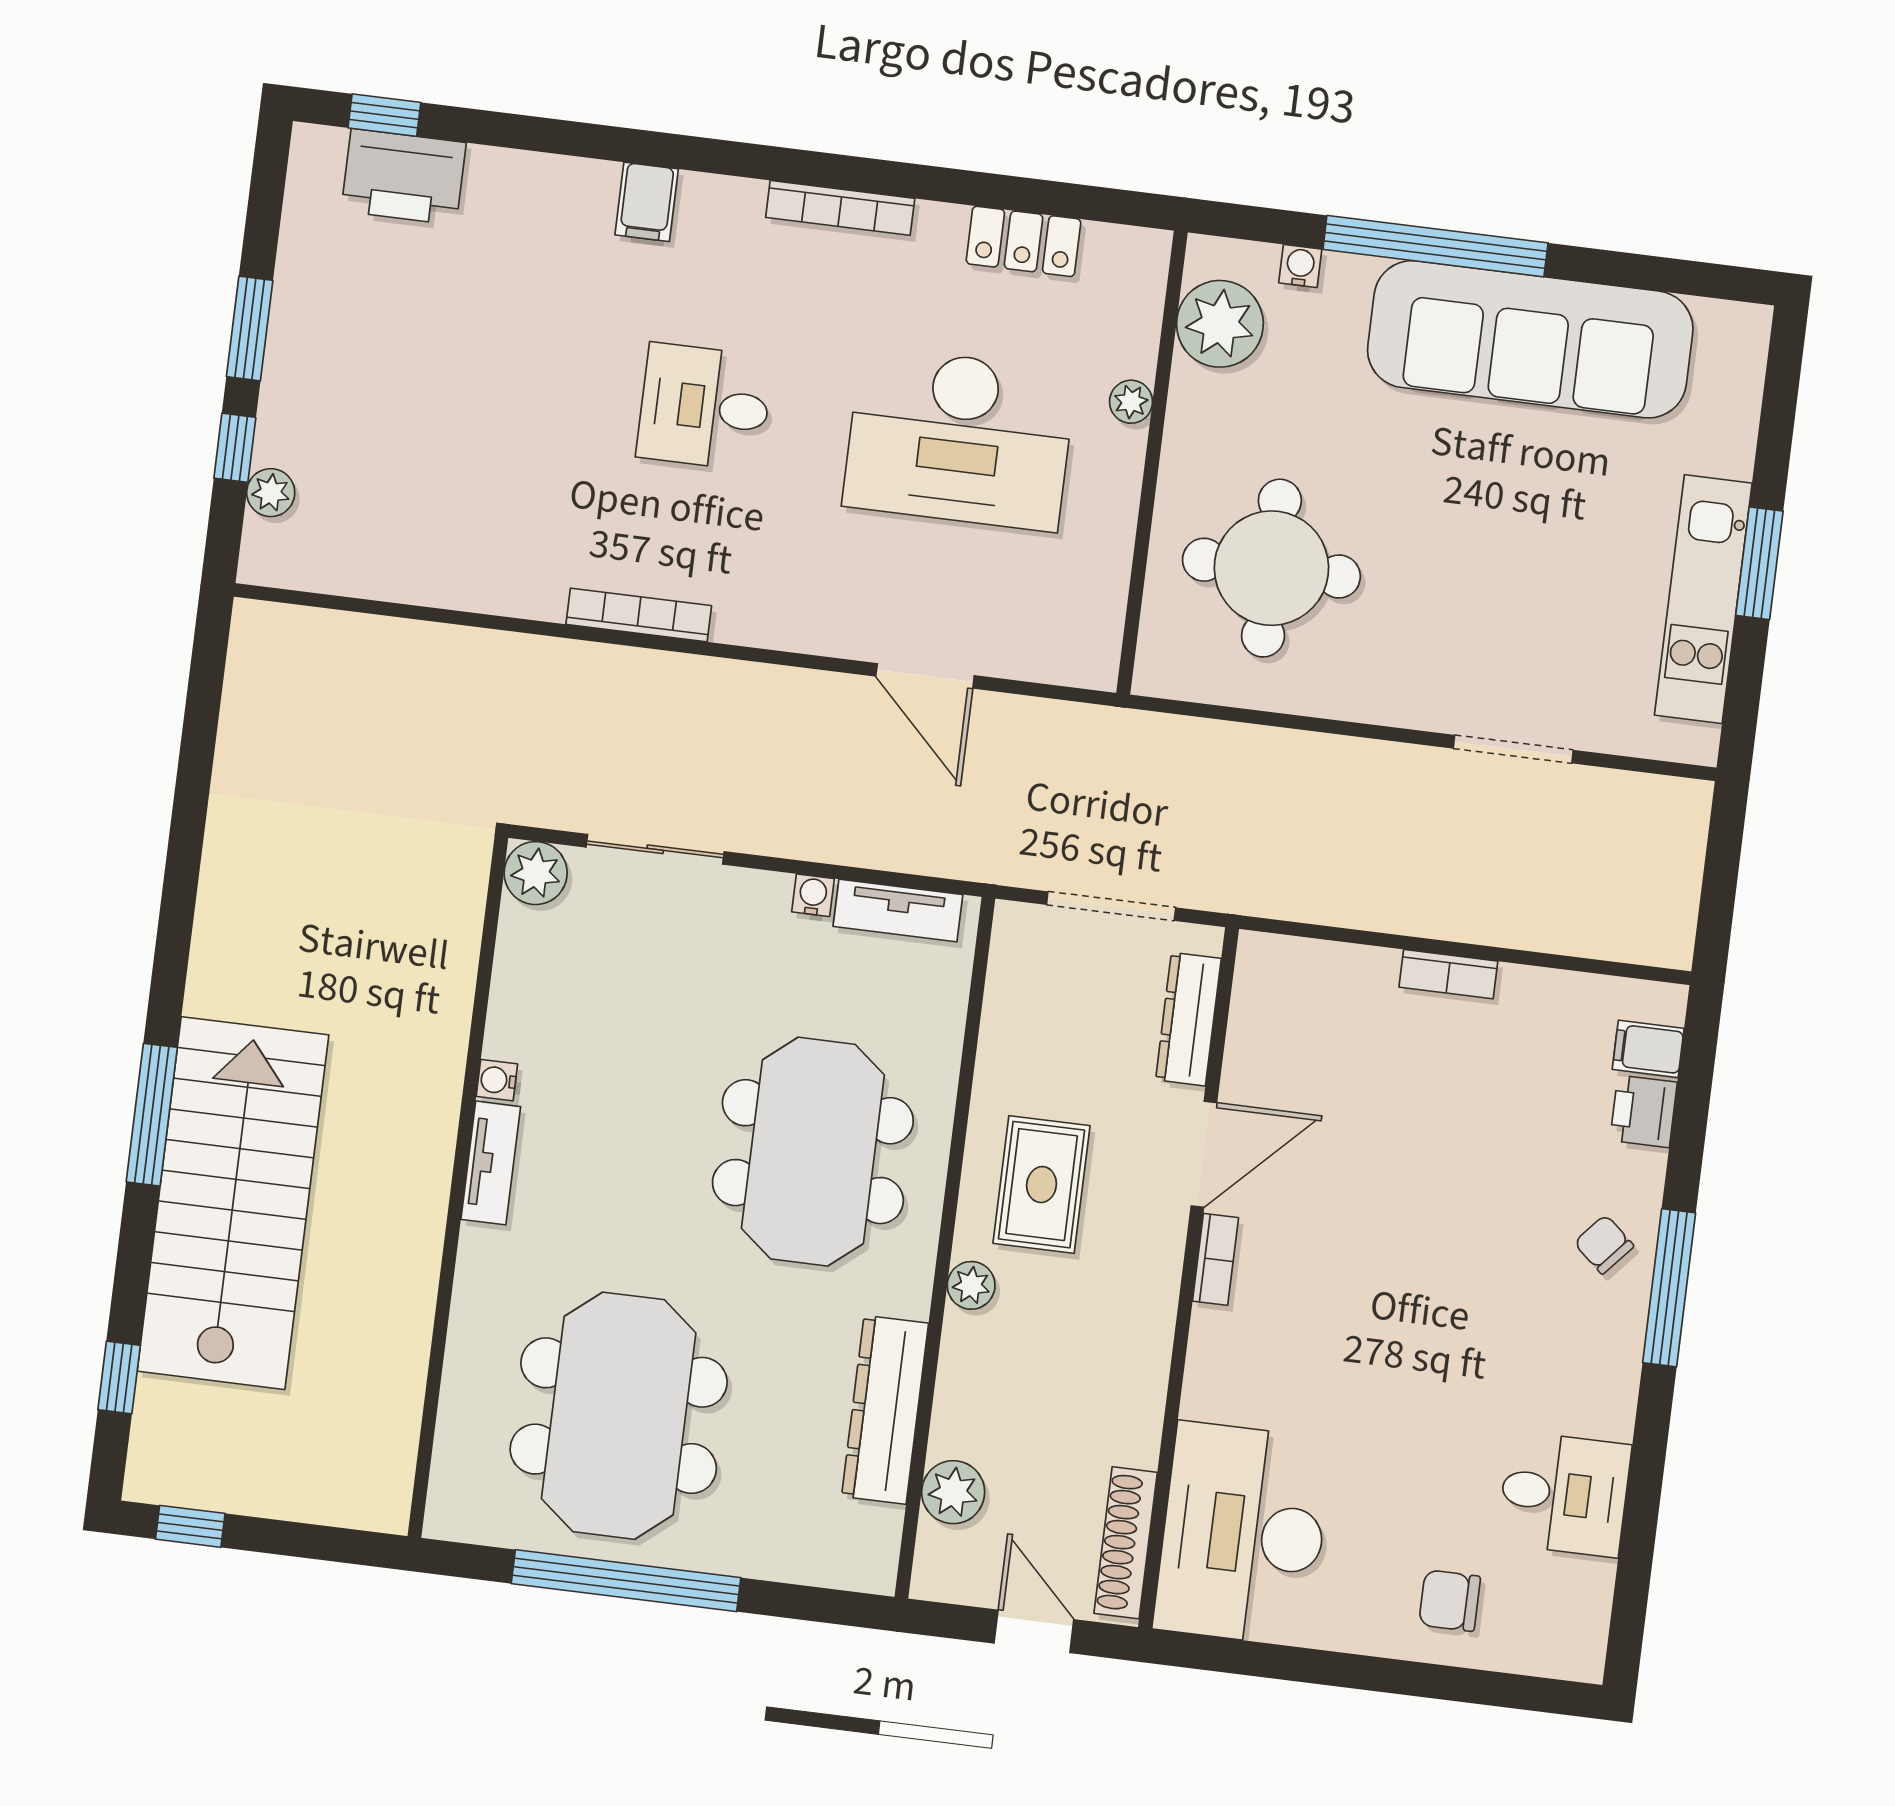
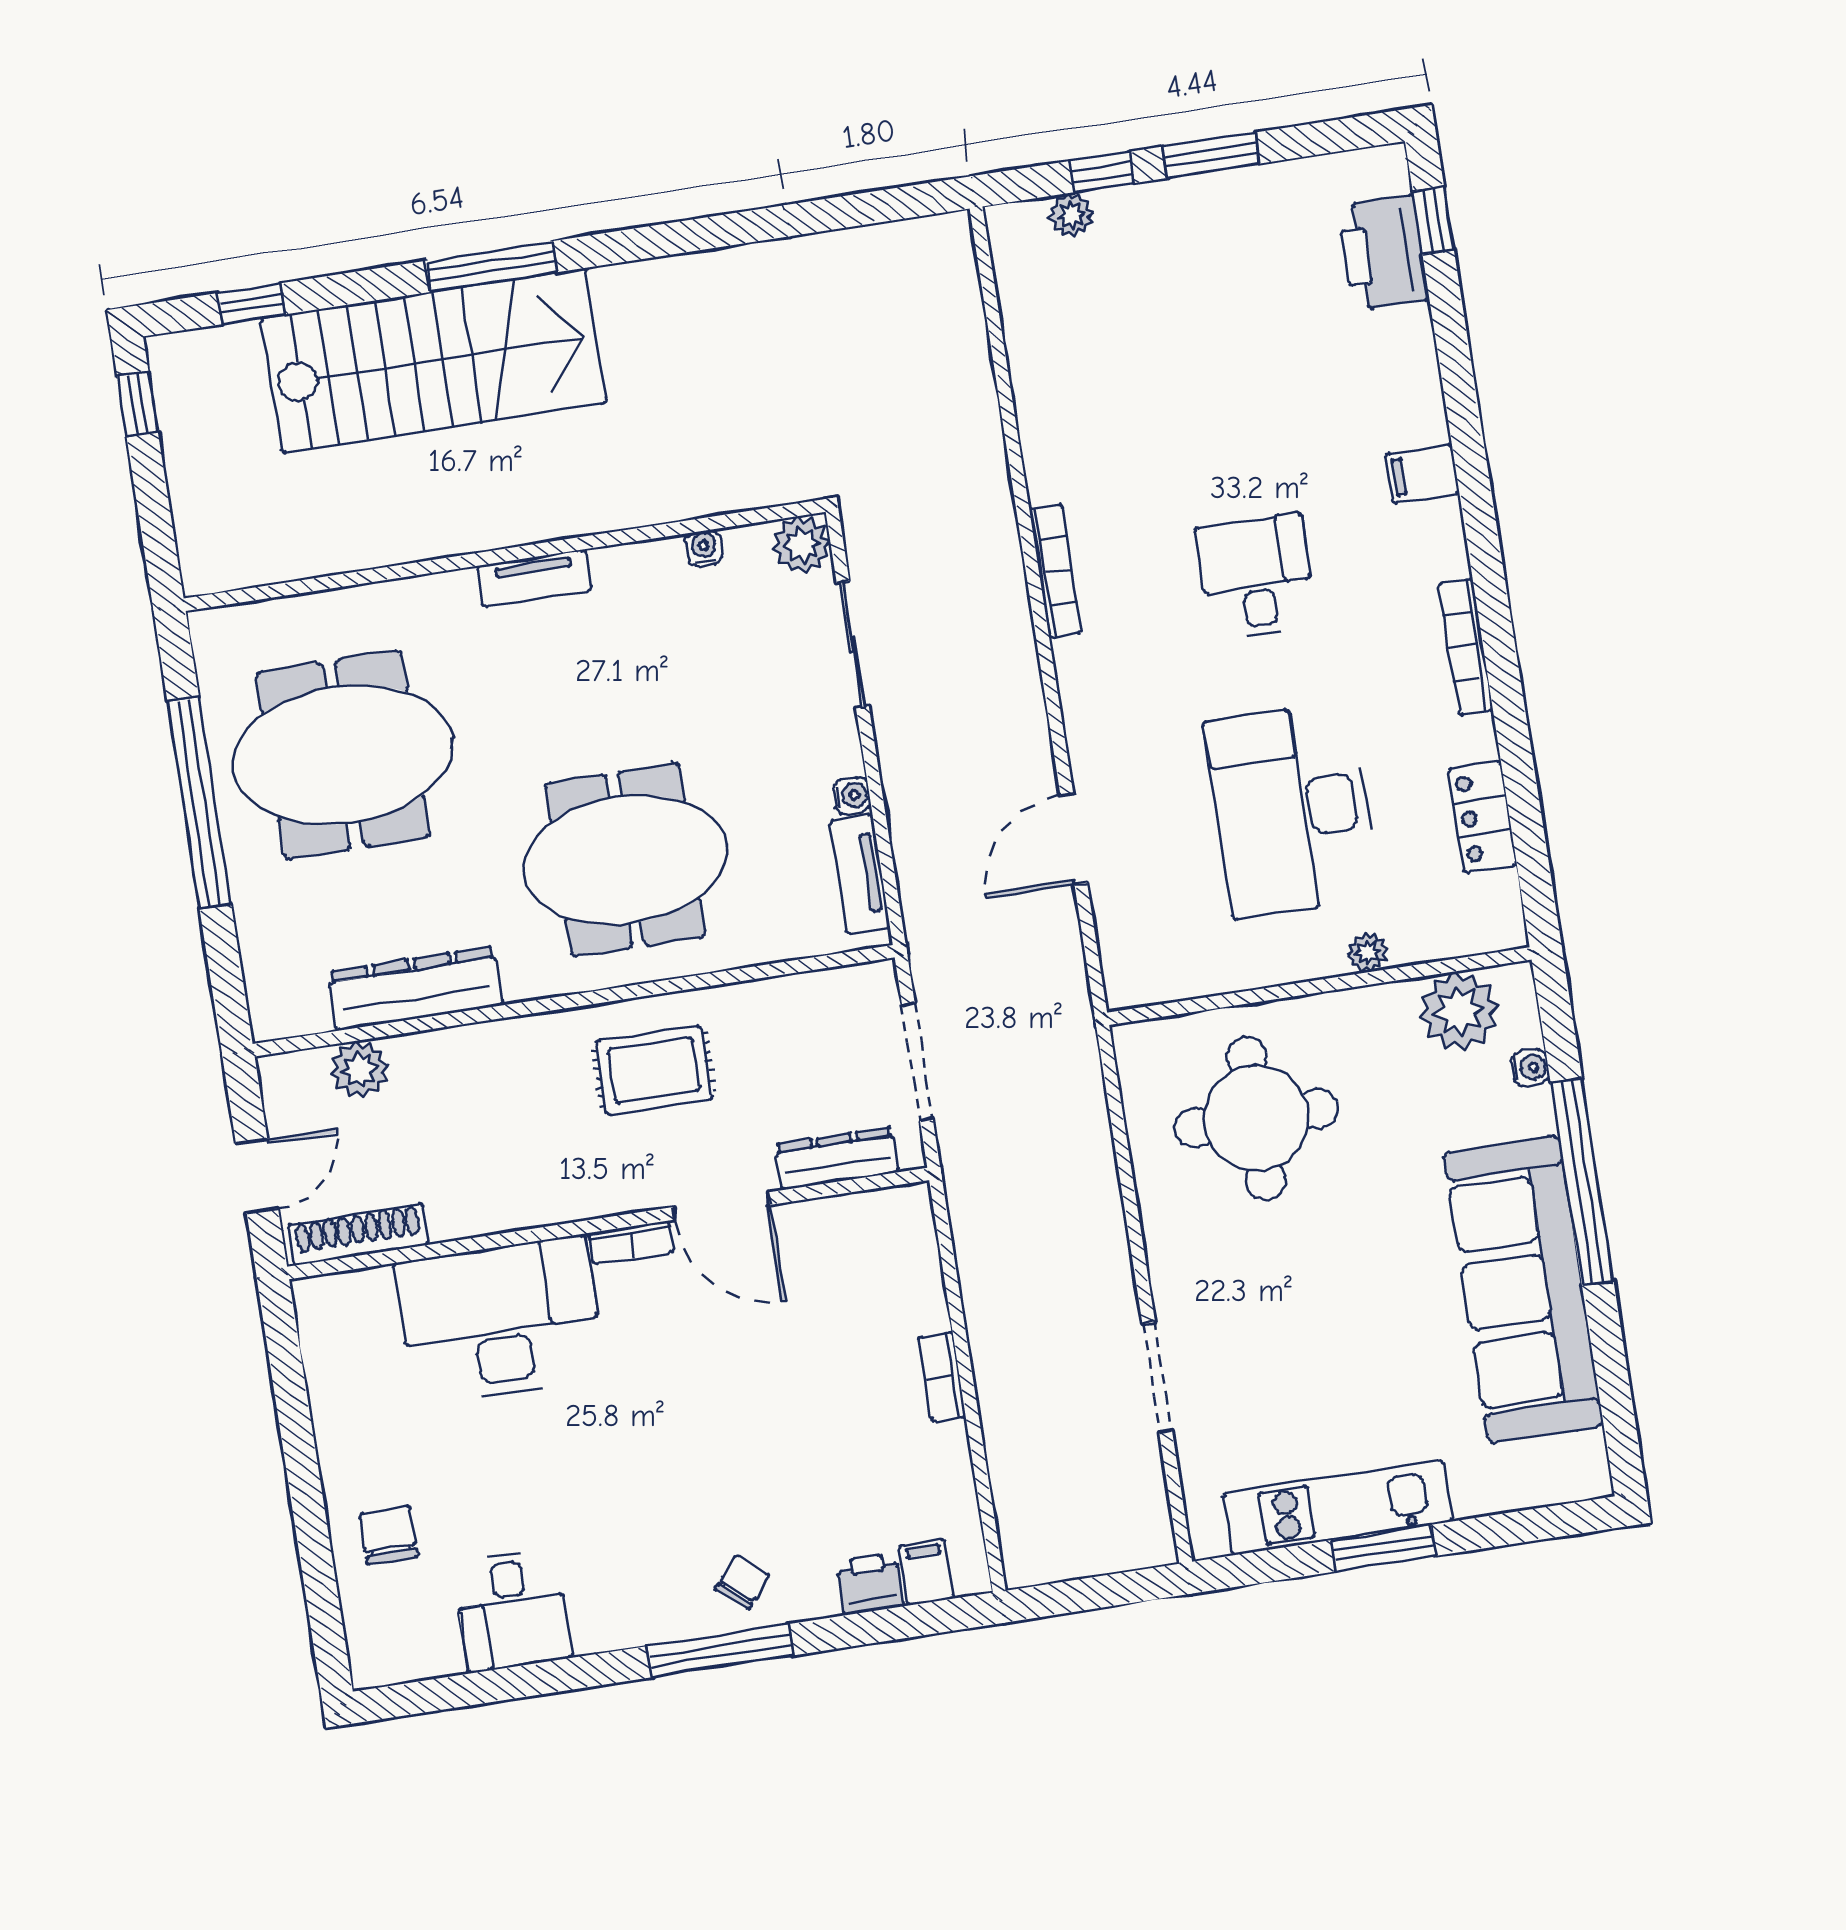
water cooler: (497, 1080) -> (704, 548), moved
plant: (971, 1285) -> (547, 1033), removed
desk: (1243, 1534) -> (500, 1320), moved

